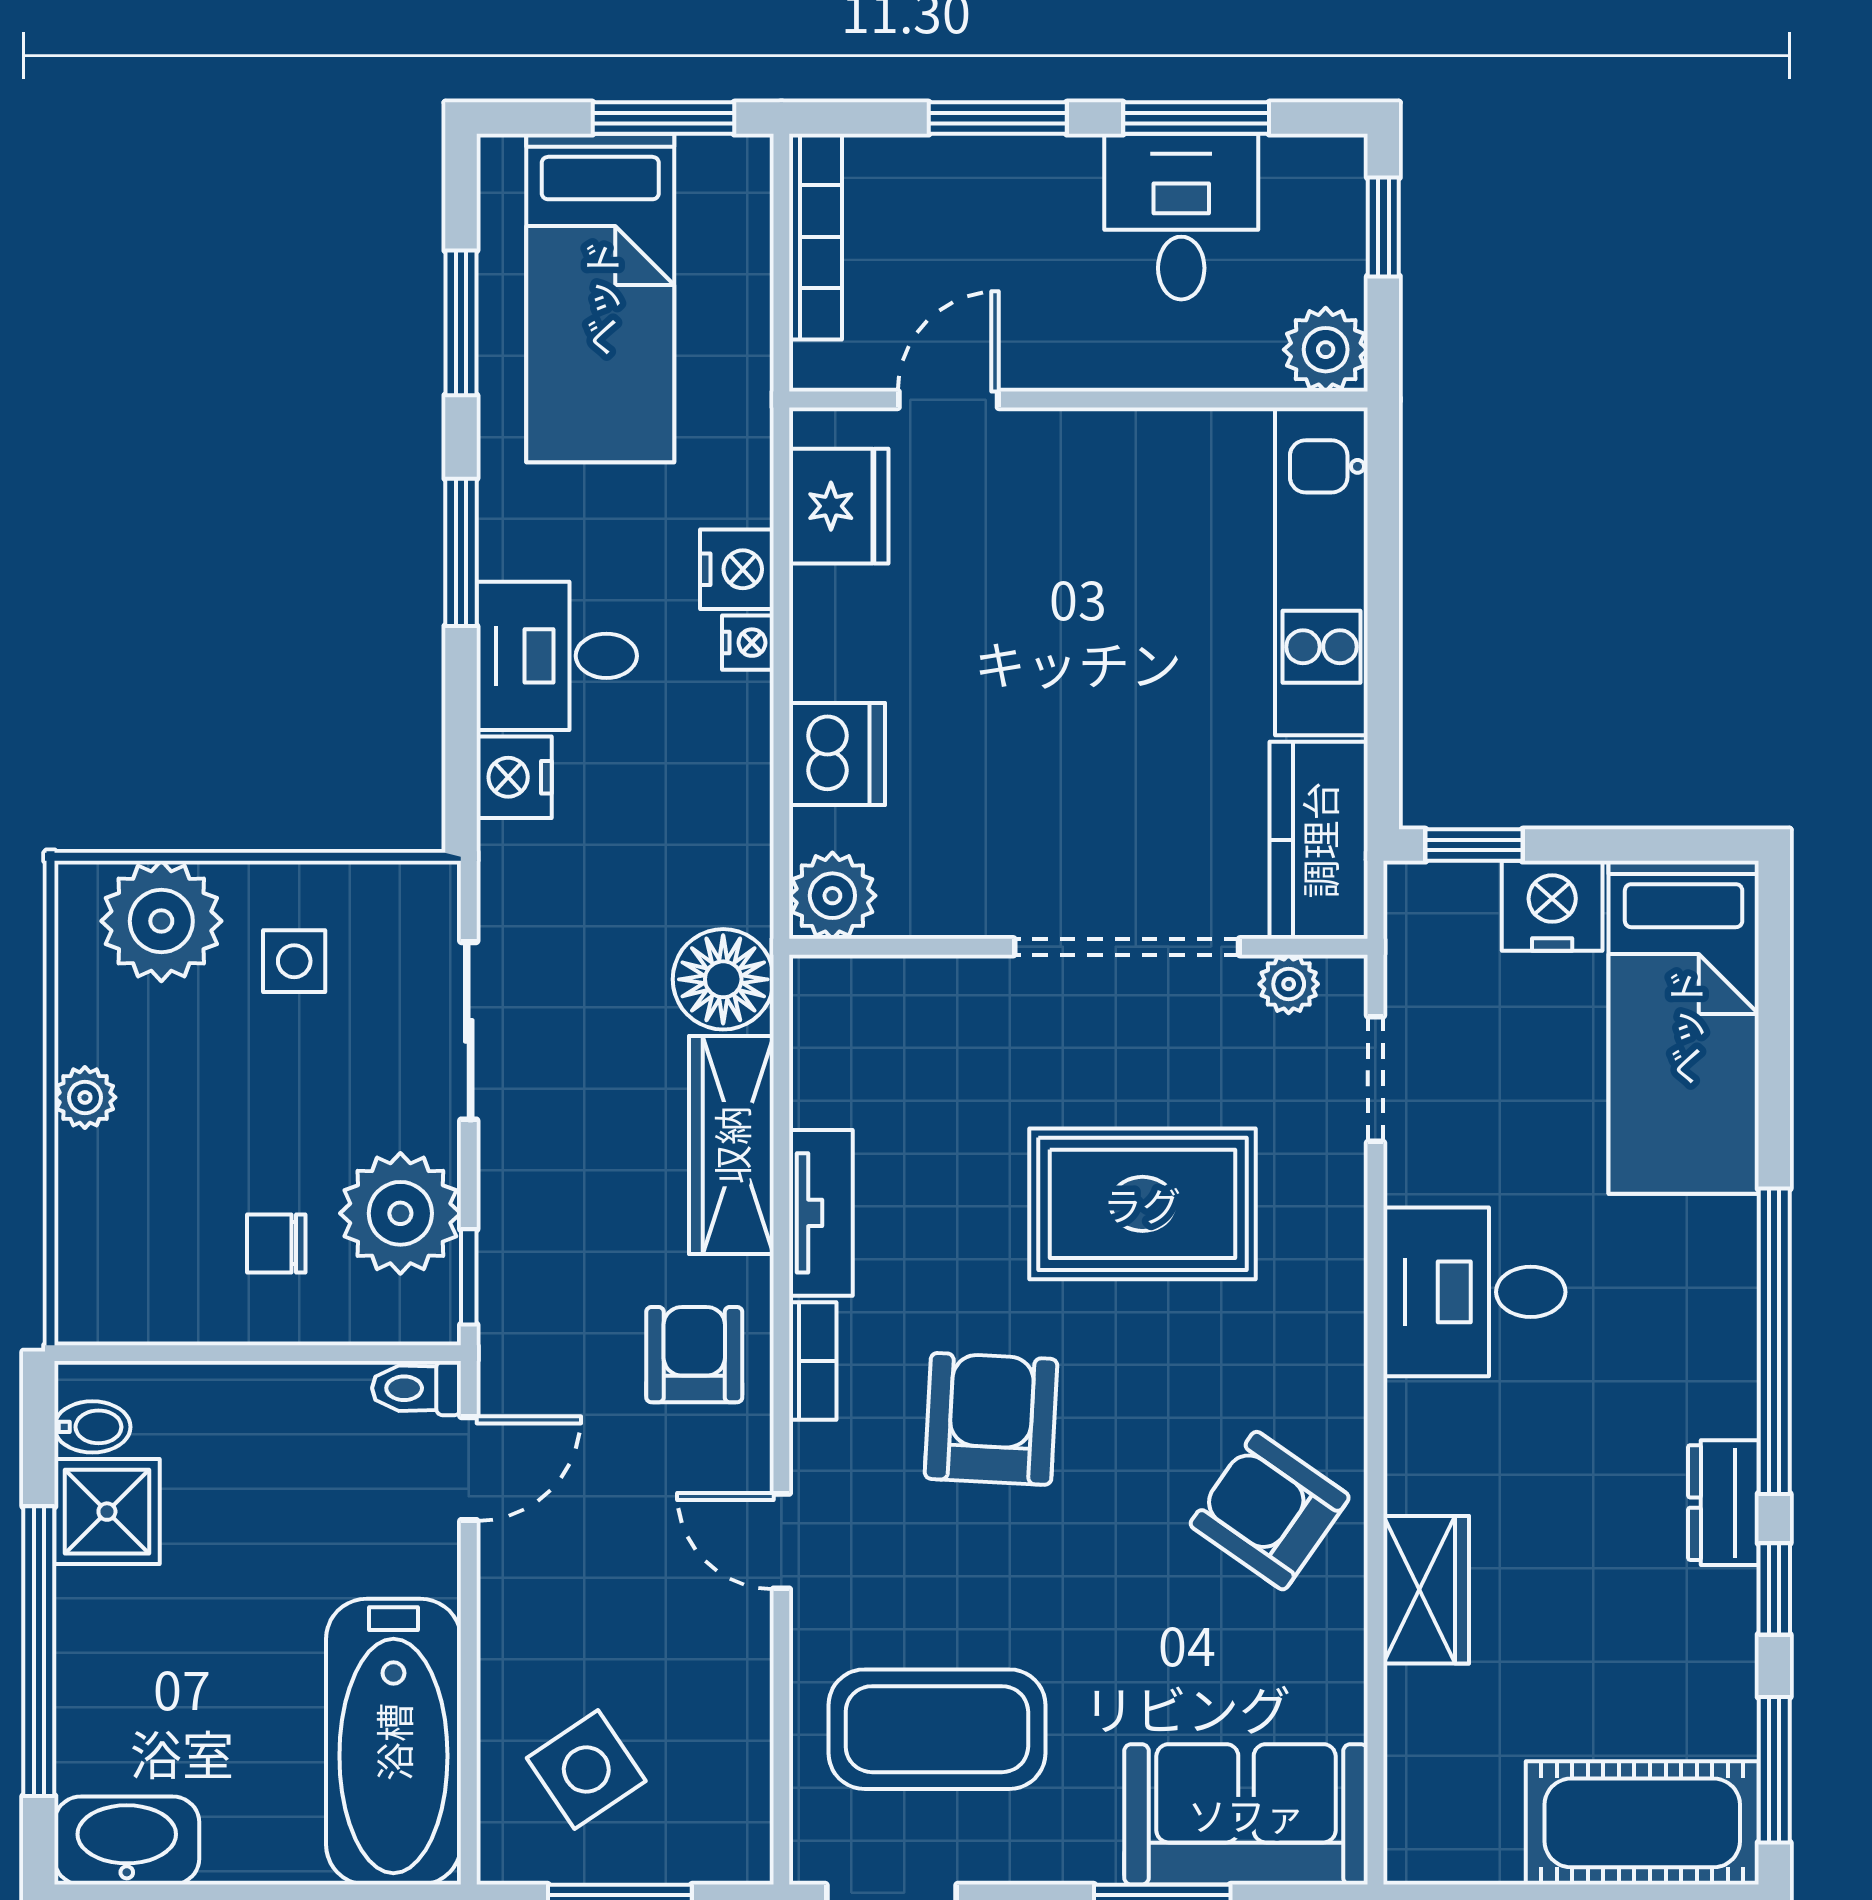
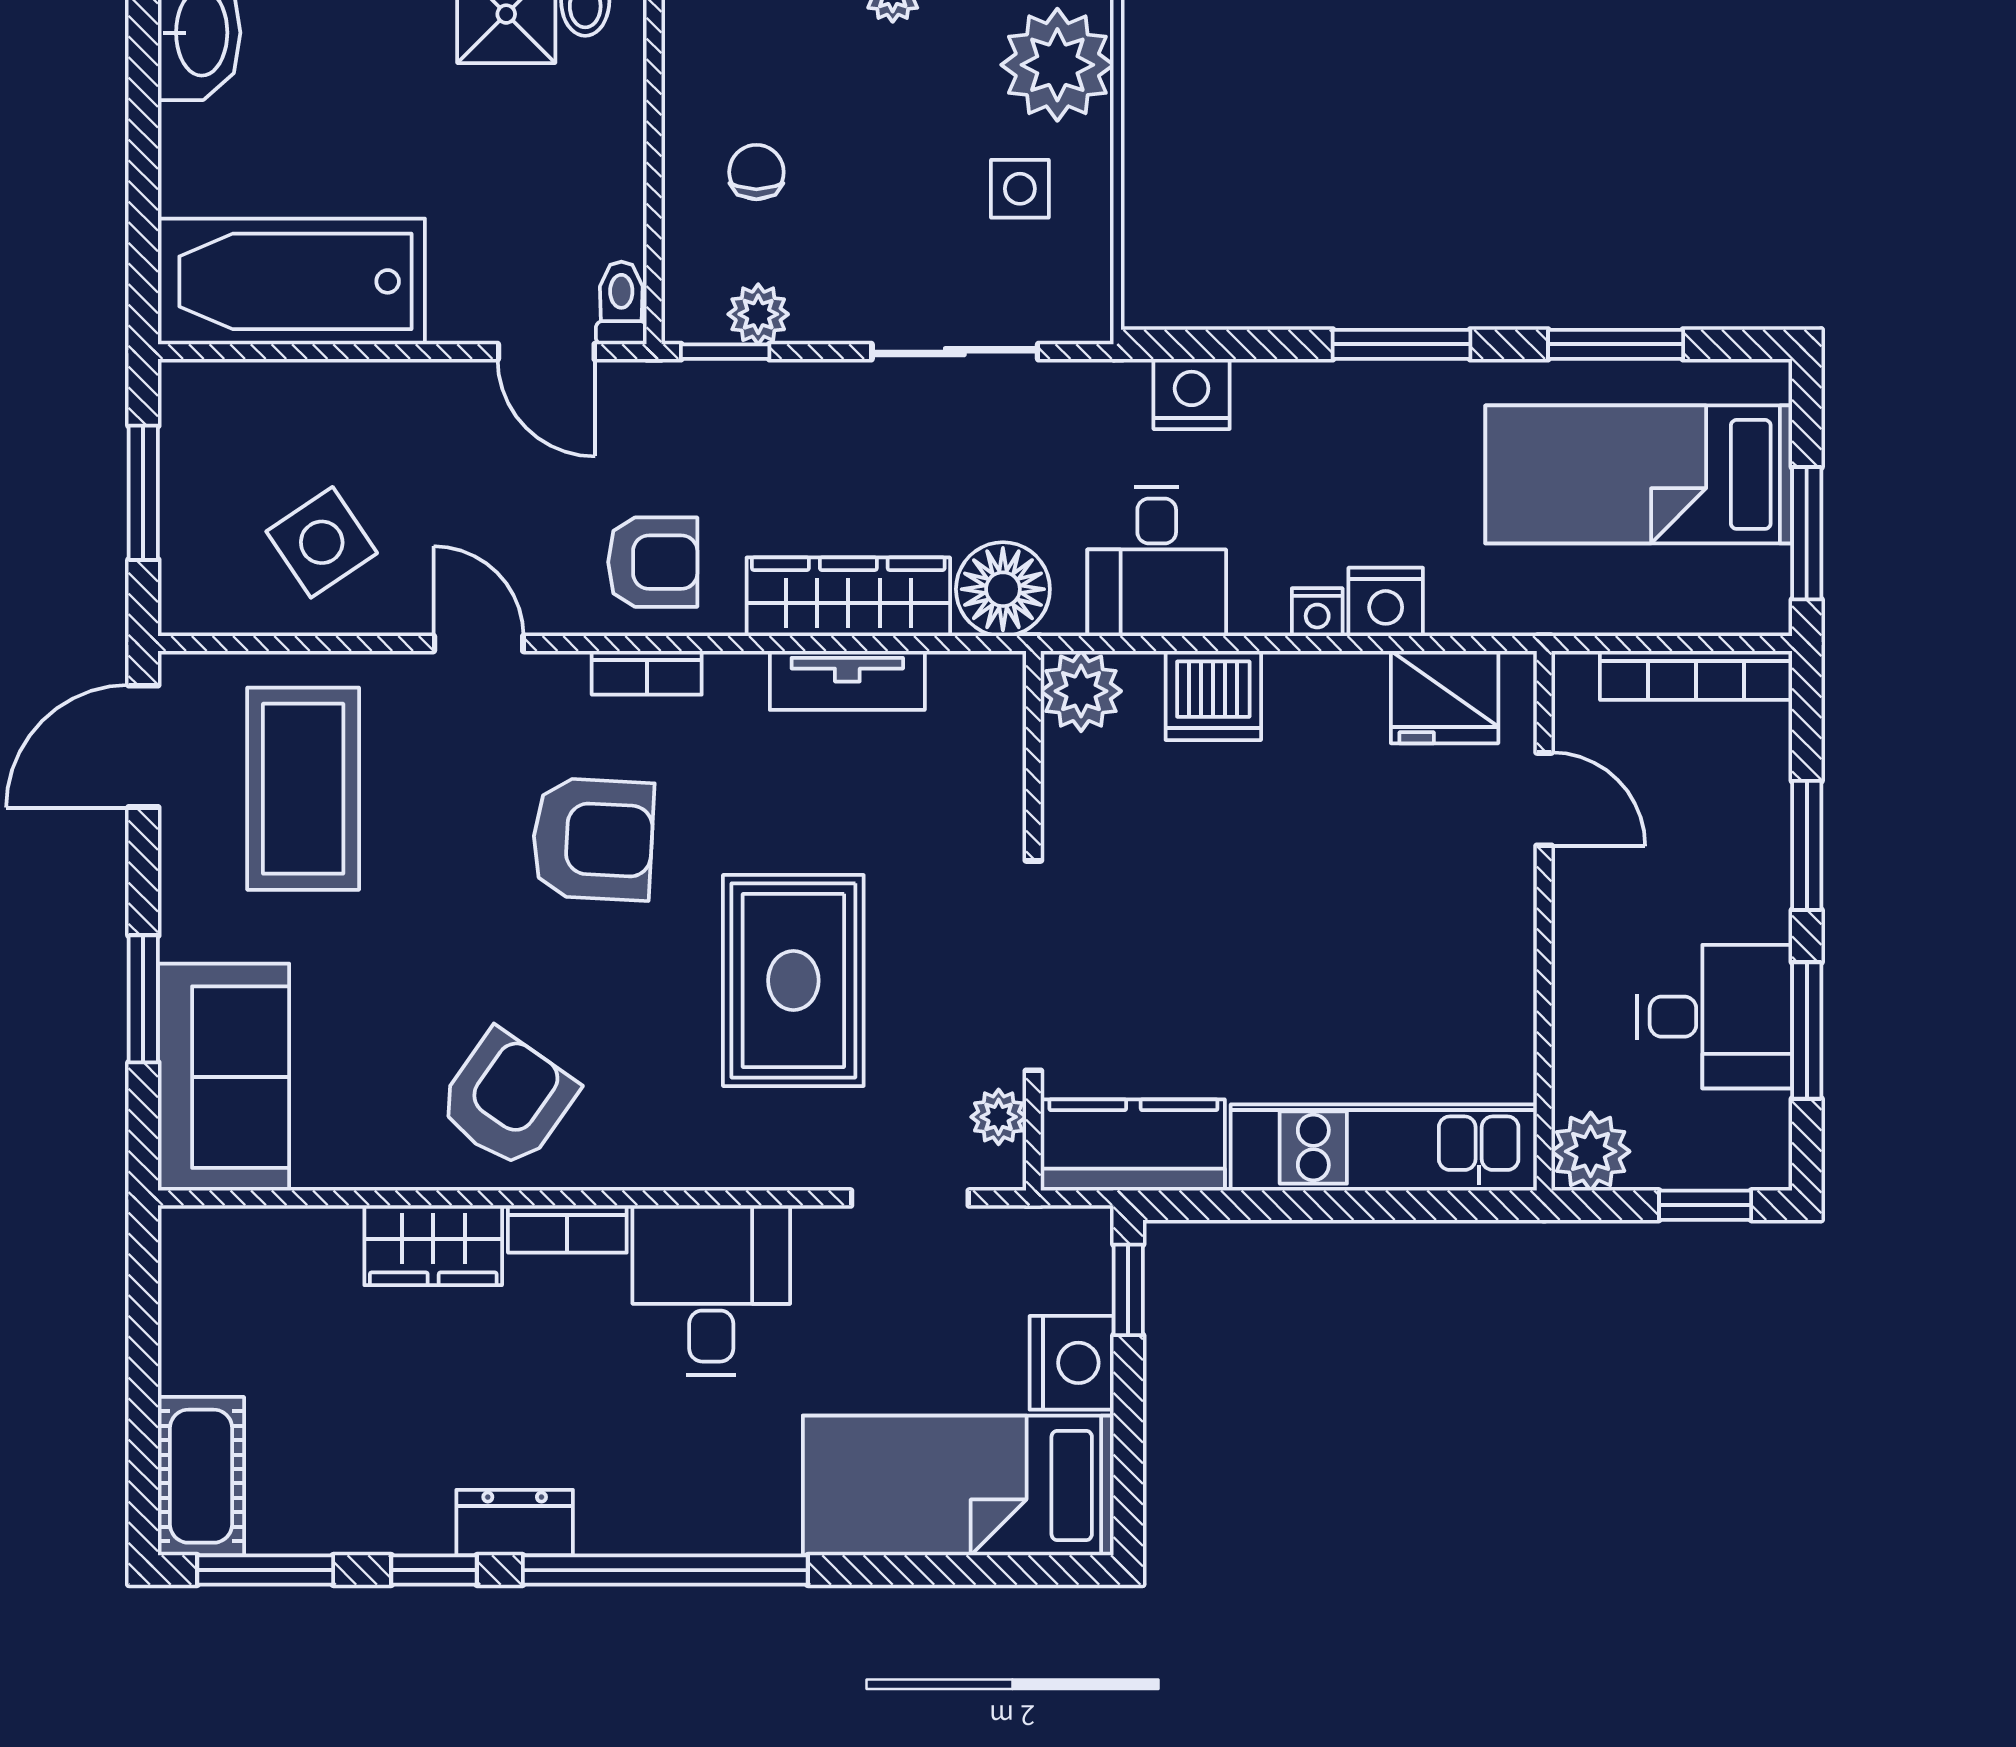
desk: (557, 656) -> (1157, 561), moved, turned 180
plant: (400, 1213) -> (758, 314), width x0.53, depth x0.53
tv unit: (821, 1213) -> (847, 680), moved
bookcase: (1409, 1446) -> (567, 1229), added
door: (781, 1541) -> (479, 643), hinge flipped
side table: (586, 1770) -> (322, 542), moved
cot: (1642, 1823) -> (201, 1476), width x0.73, depth x0.75

